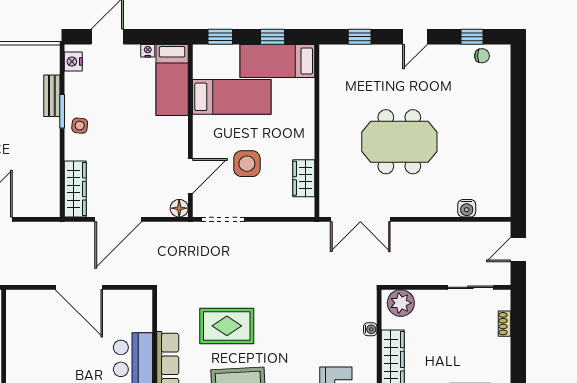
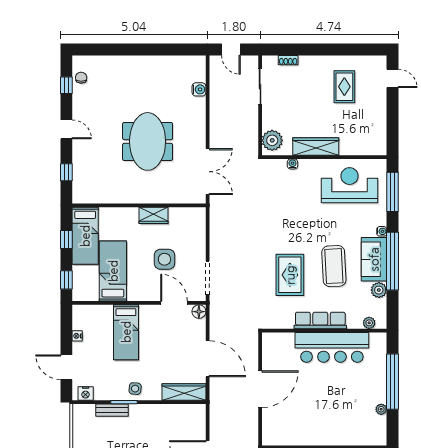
bed: (172, 80) -> (126, 332), moved, turned 90
wardrobe: (304, 178) -> (154, 215), moved

